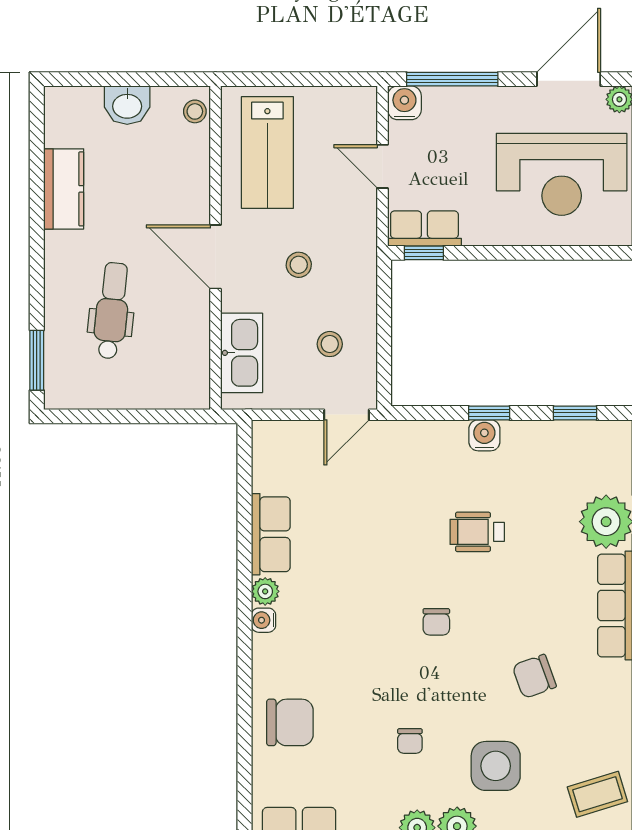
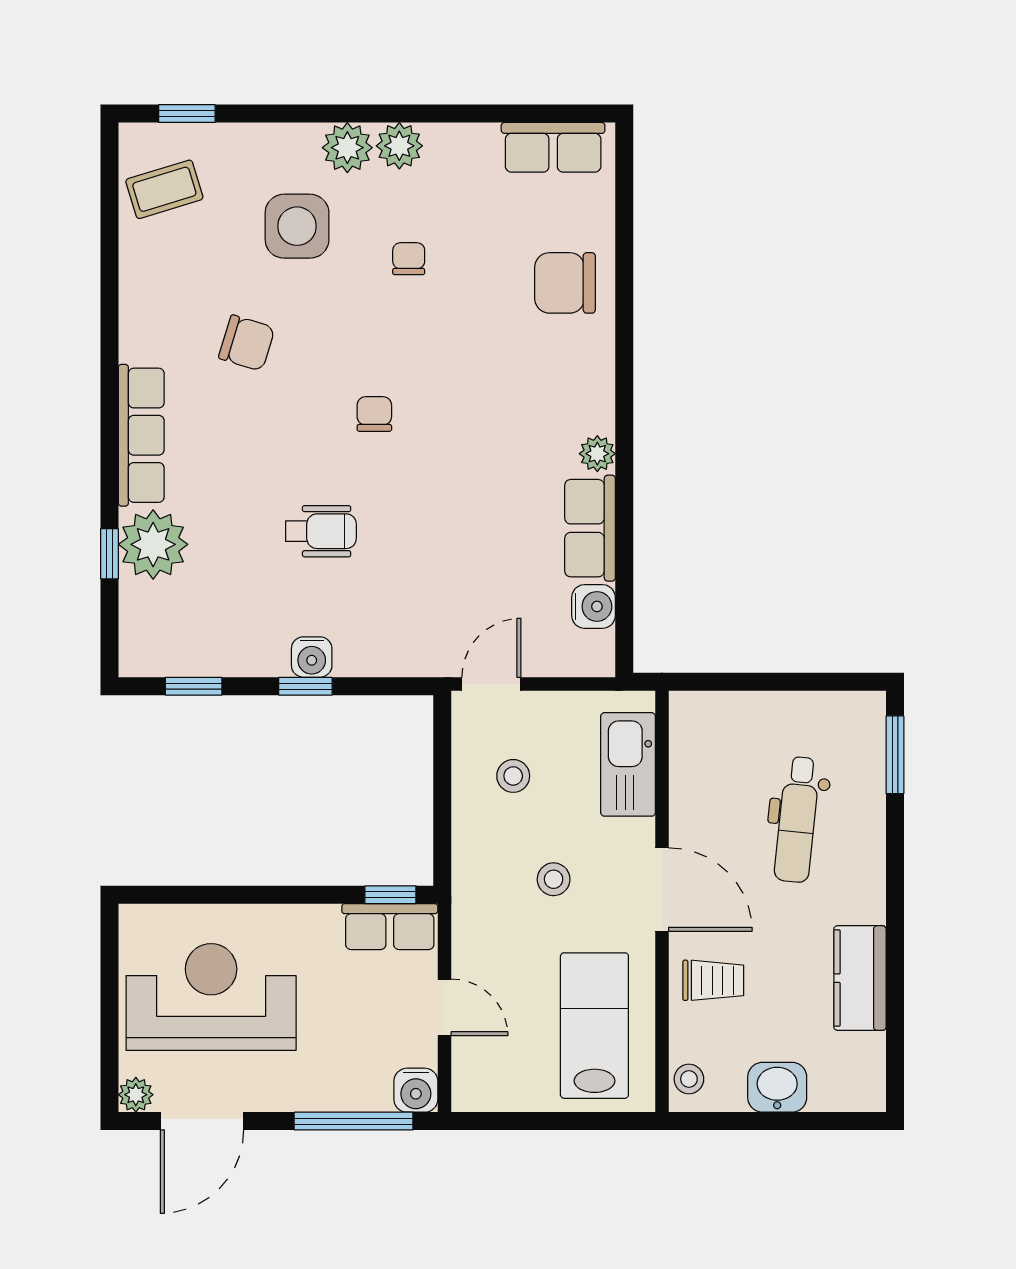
trolley: (176, 187) -> (713, 980), added
water cooler: (263, 620) -> (593, 606), moved, width x1.38, depth x1.38
chair: (534, 676) -> (247, 343), turned 37

